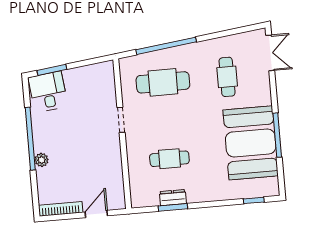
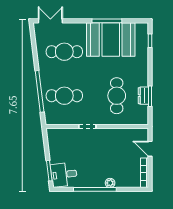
cafe table: (227, 77) -> (64, 52), width x1.37, depth x1.35
cafe table: (163, 82) -> (64, 96), turned 90
cafe table: (169, 159) -> (117, 96), width x1.37, depth x1.35

